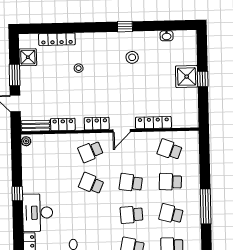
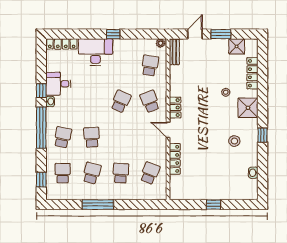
shower: (187, 77) -> (248, 108), moved
locker: (63, 124) -> (175, 77), removed
school desk: (131, 183) -> (150, 66), moved

